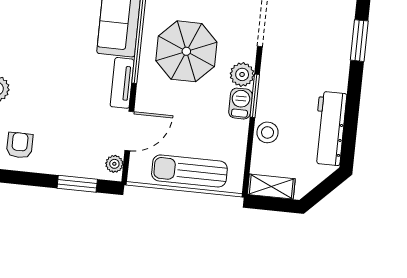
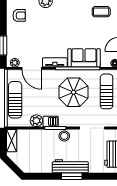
window: (359, 41) -> (72, 176), moved
plant: (242, 74) -> (36, 121), moved
workbench: (330, 128) -> (70, 166), moved
stool: (268, 132) -> (64, 136), moved

